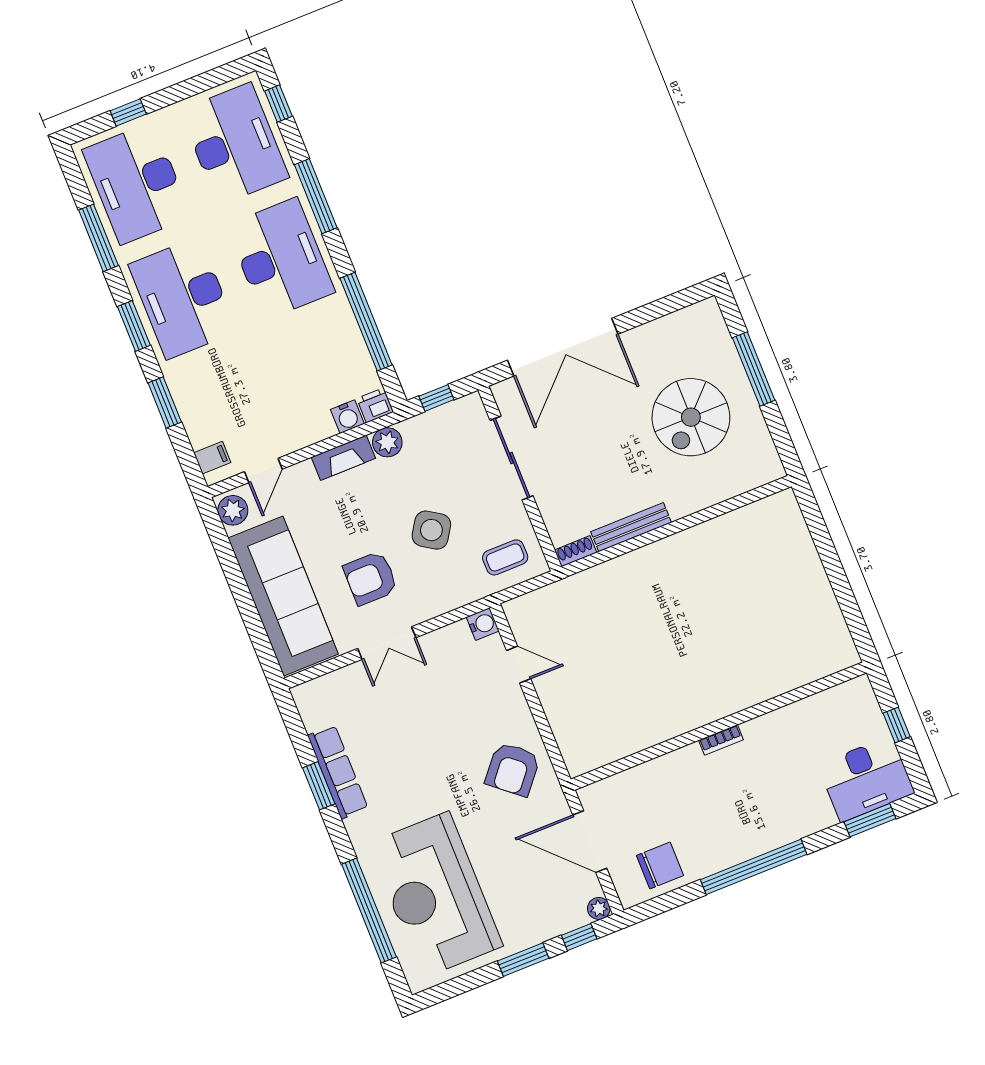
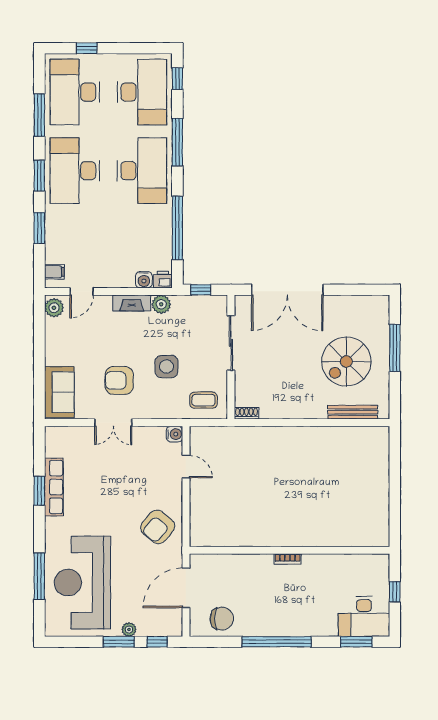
bench: (631, 527) -> (353, 412), moved
side table: (431, 530) -> (166, 367), turned -33
sofa: (283, 596) -> (59, 392), width x0.54, depth x0.79
door: (590, 842) -> (186, 588), hinge flipped
plant: (599, 908) -> (129, 629), moved
window: (369, 911) -> (39, 576), width x0.68

